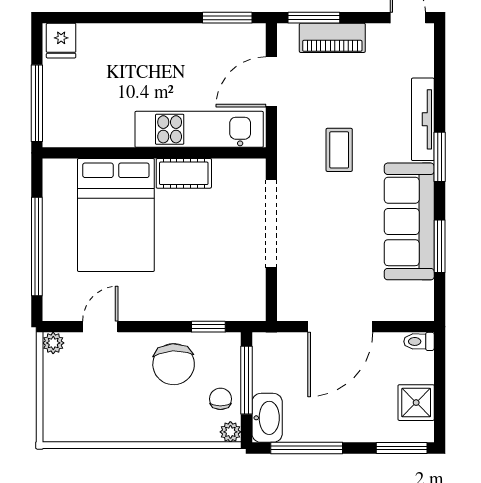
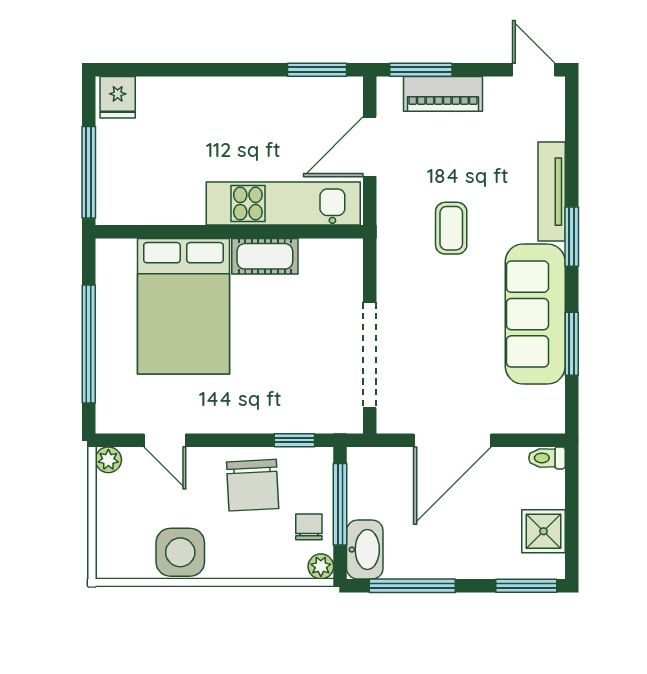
doorway: (271, 224) -> (370, 355), moved
door: (100, 327) -> (165, 440), swing flipped
side table: (113, 420) -> (180, 552), added

